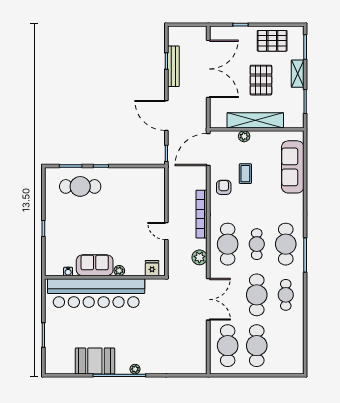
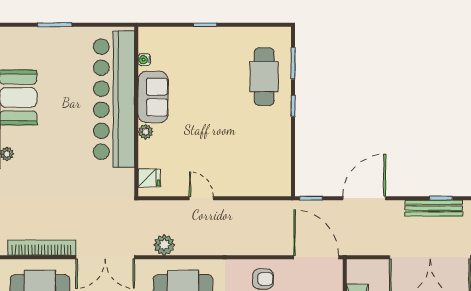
bookcase: (202, 214) -> (42, 248), moved
door: (166, 231) -> (201, 198), hinge flipped

